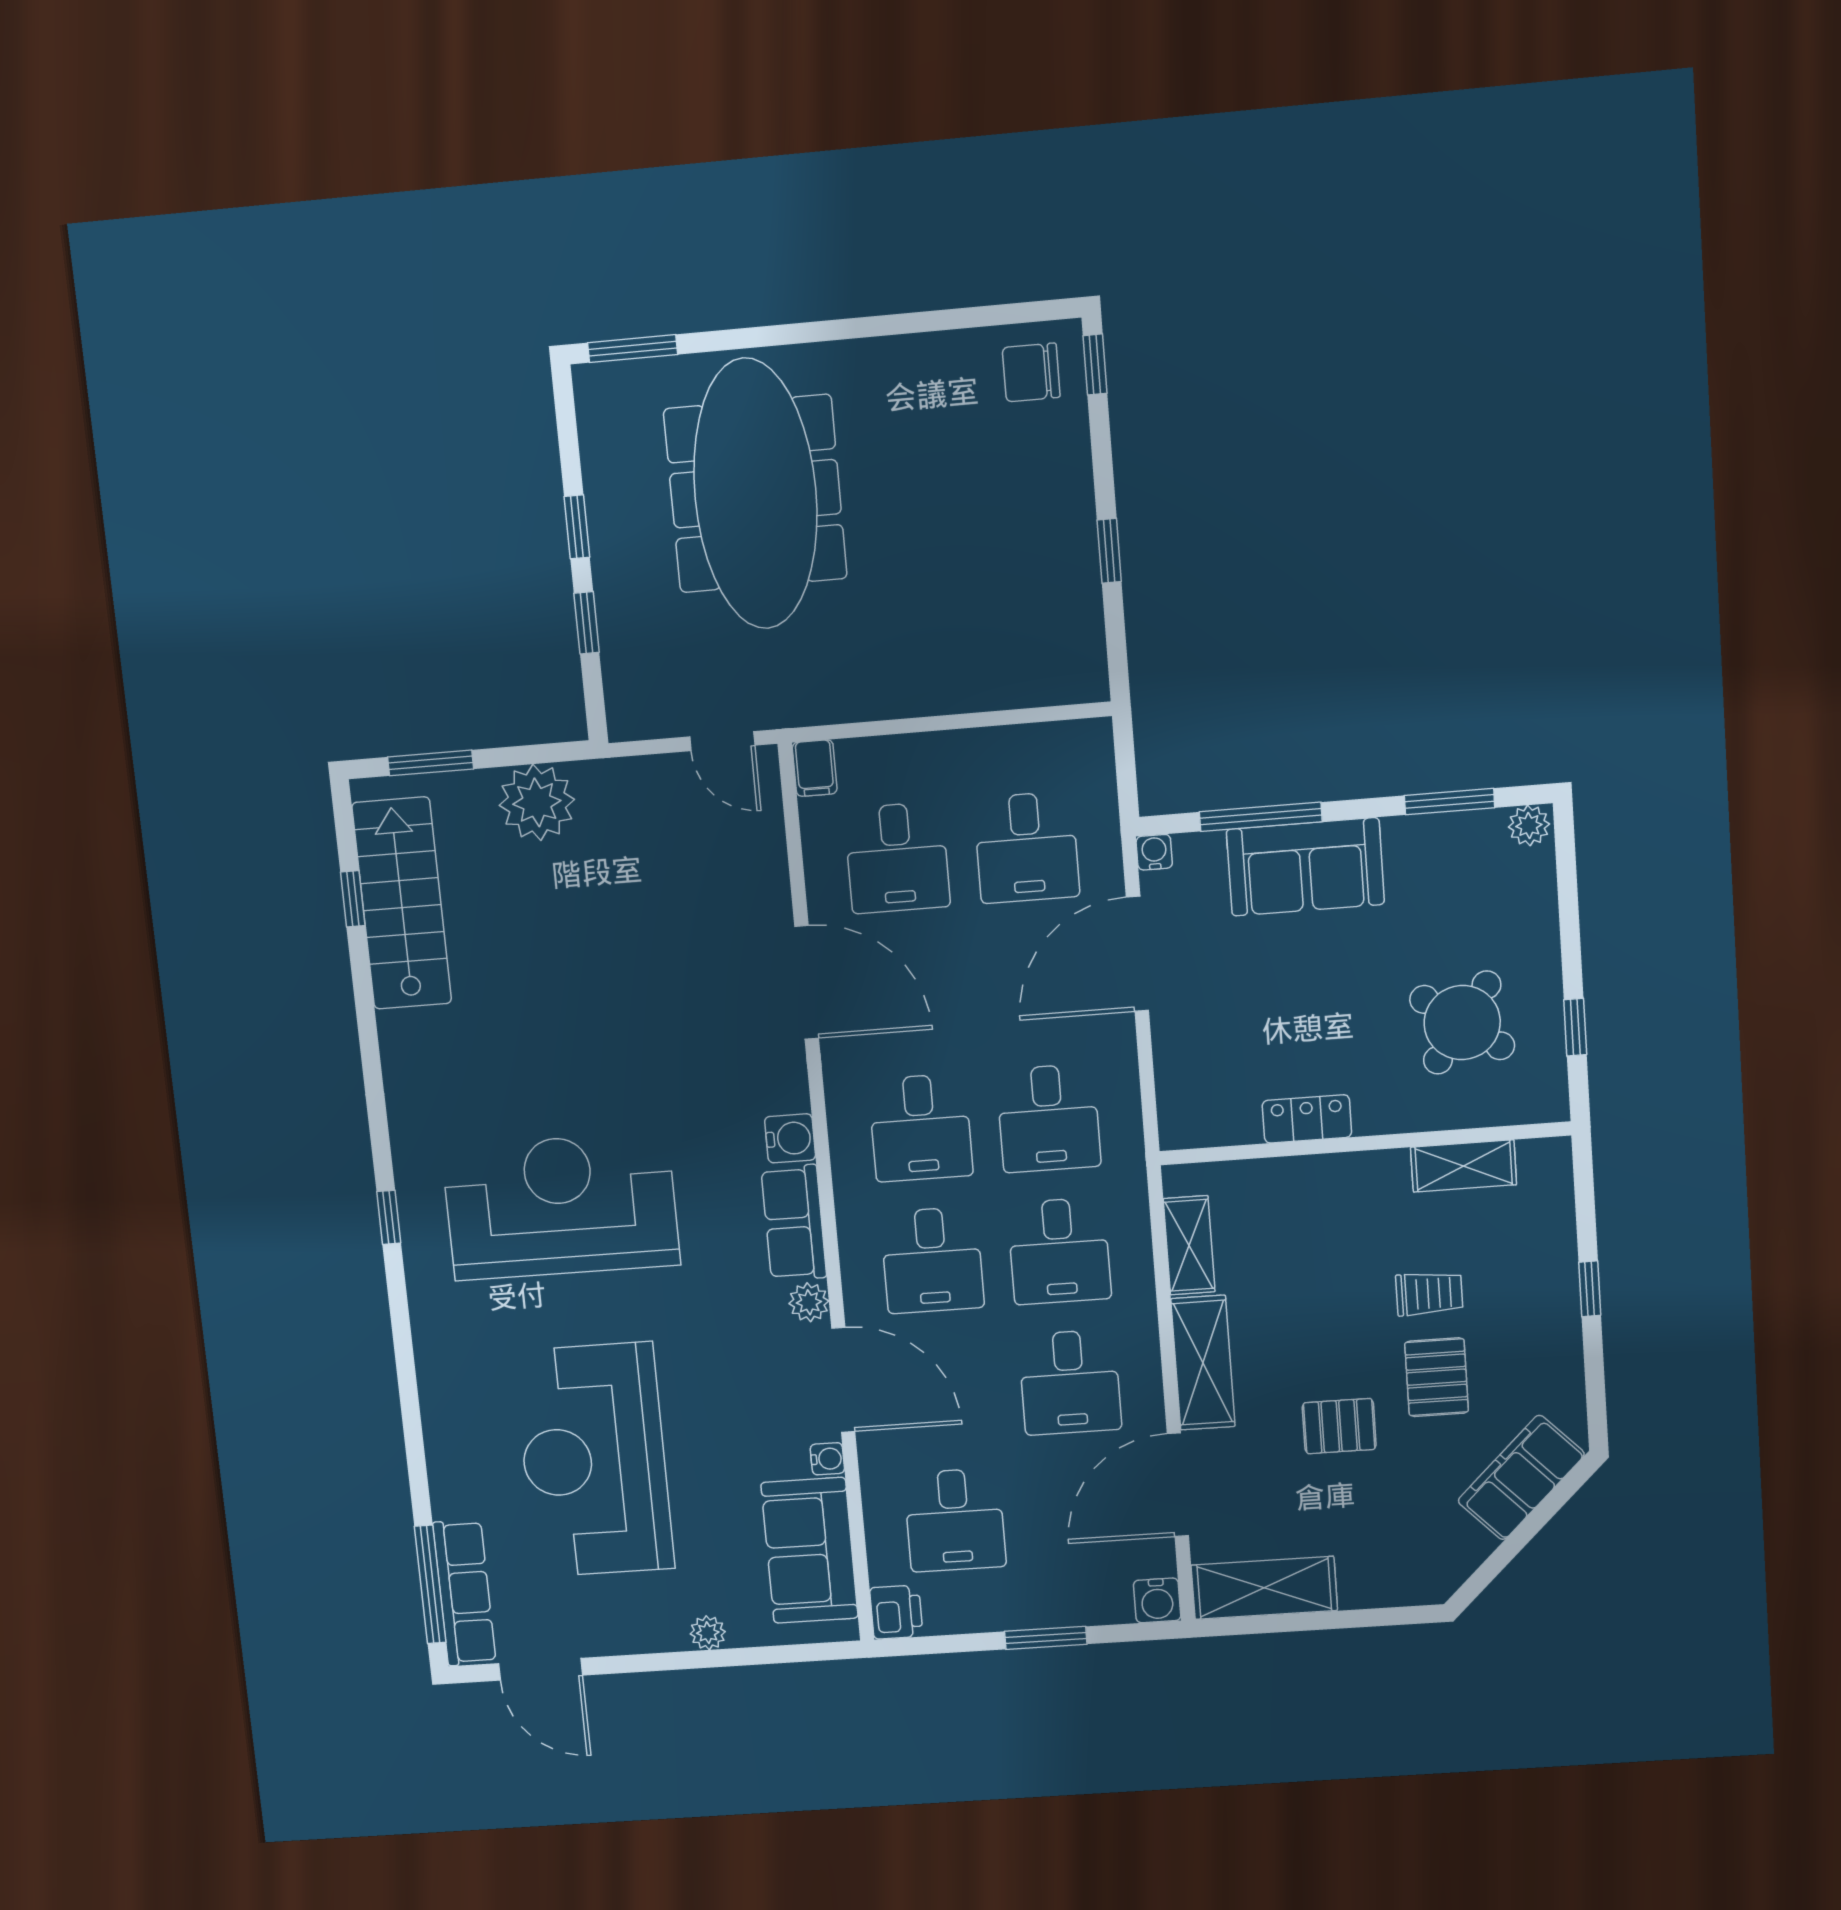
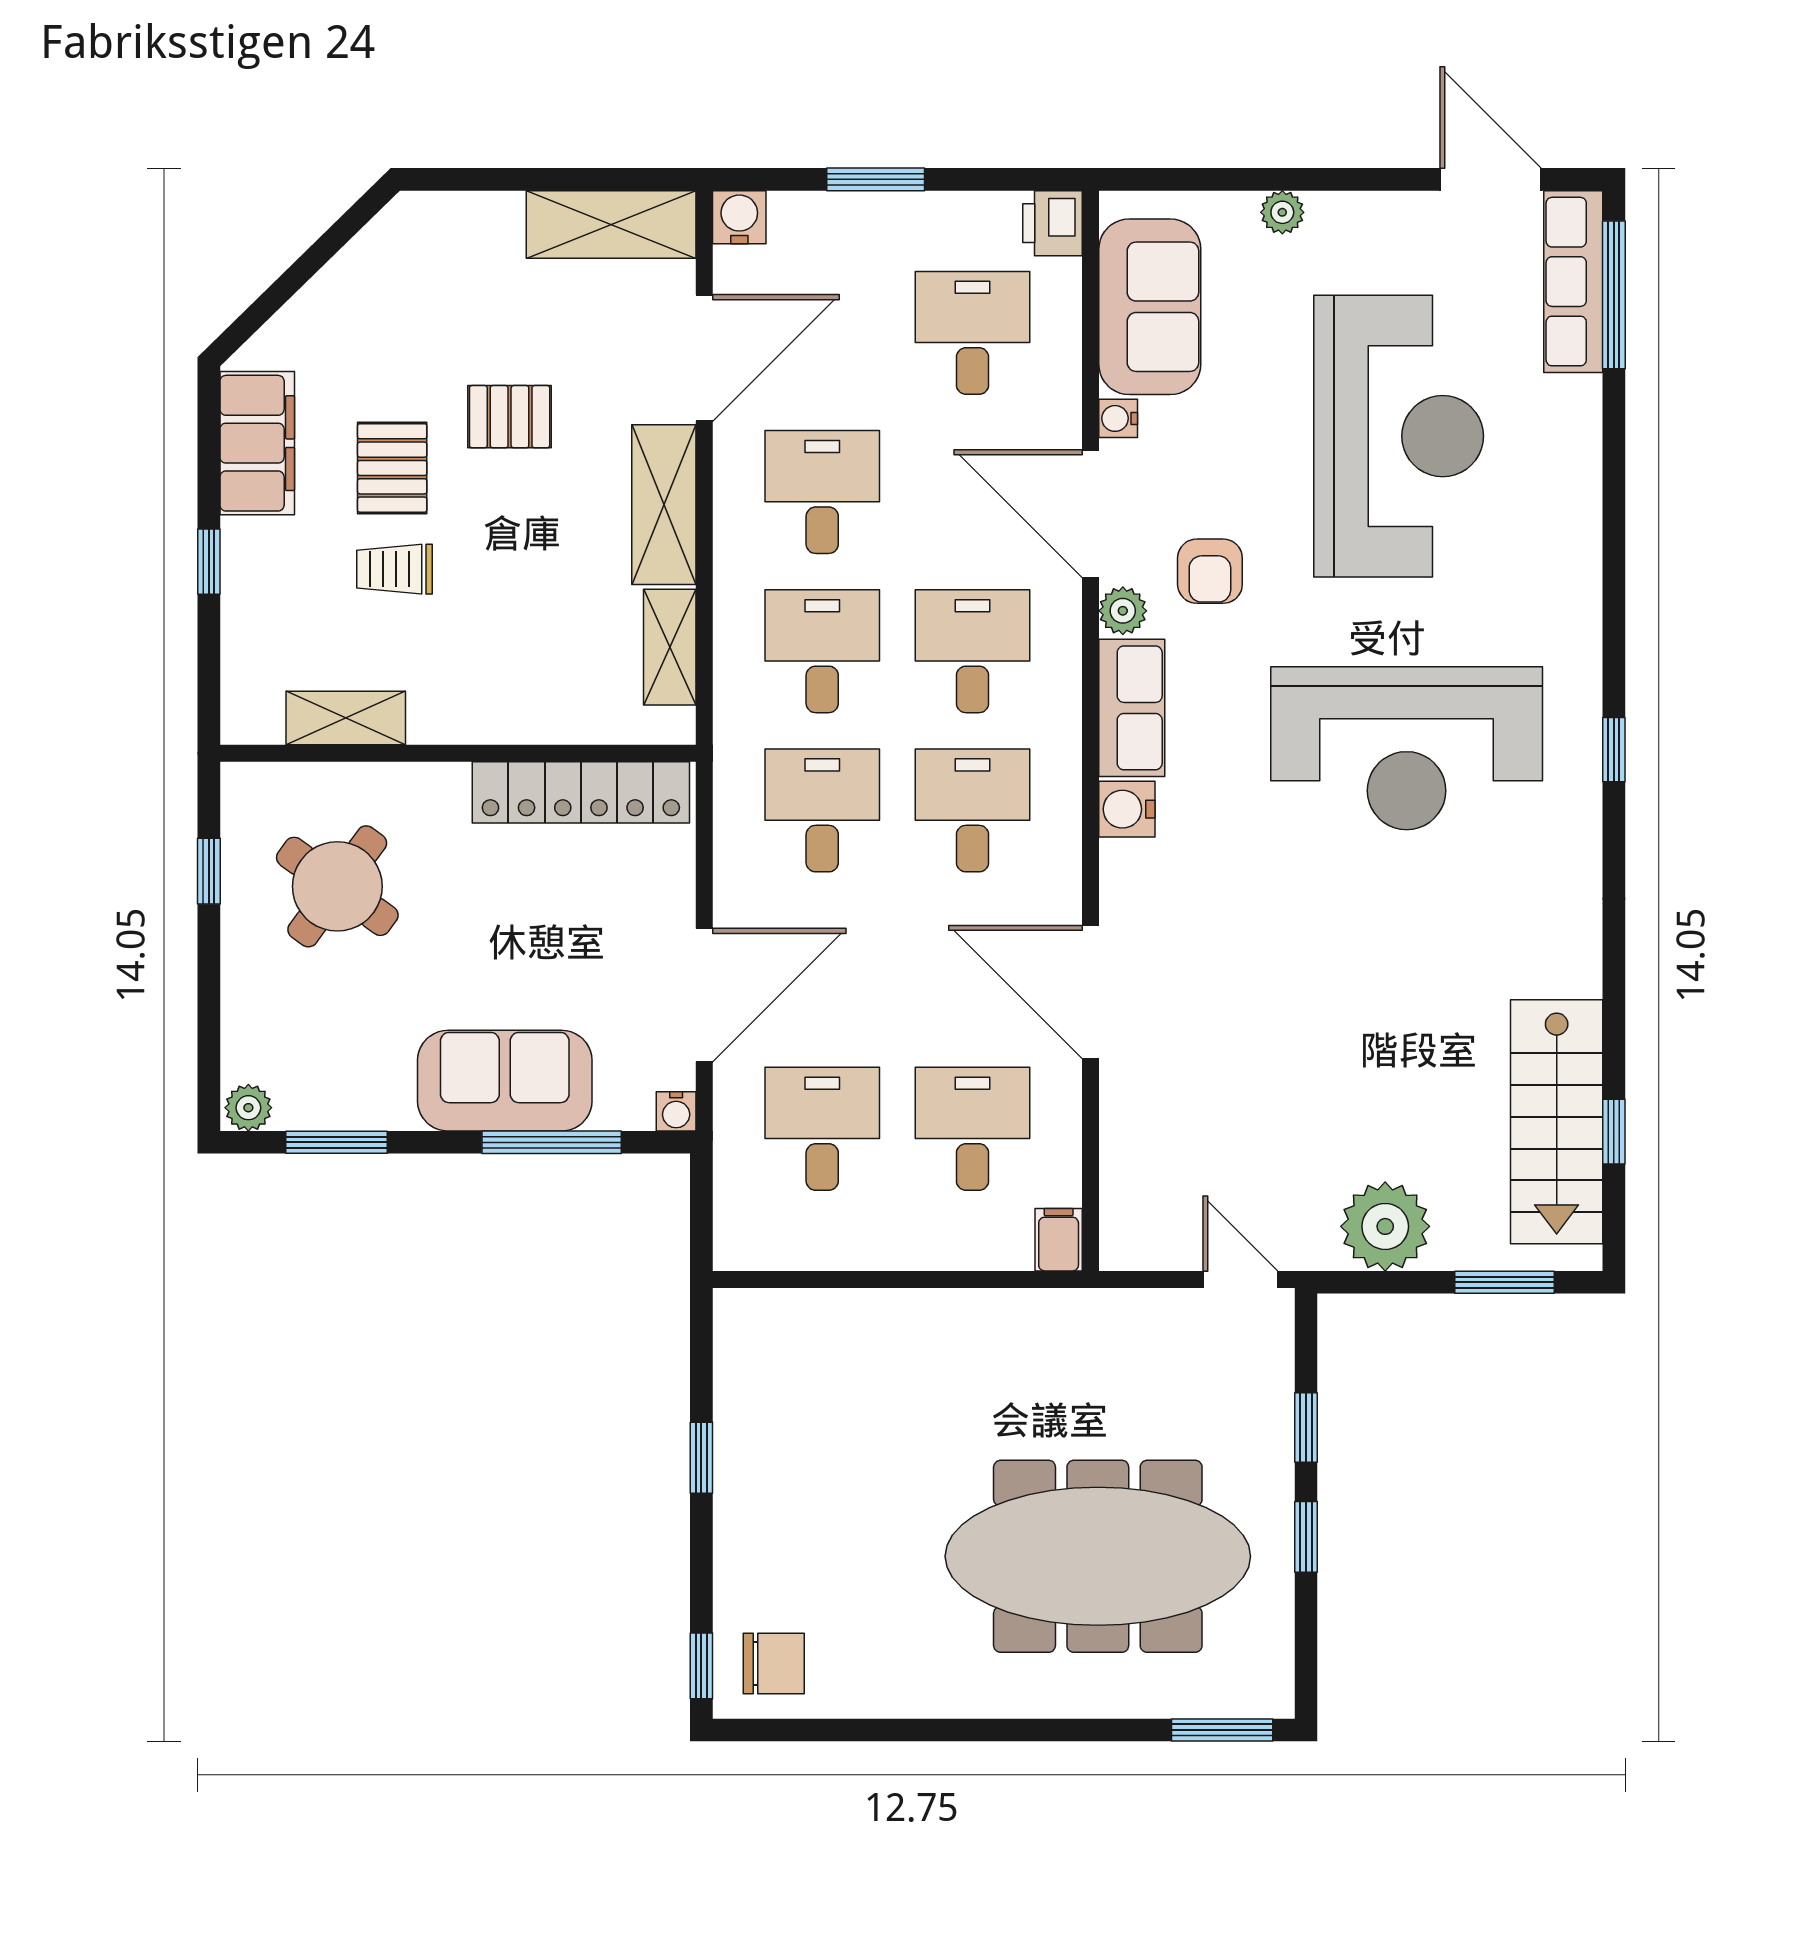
meeting table: (755, 494) -> (1098, 1556), turned 90
door: (722, 741) -> (1240, 1279), moved
locker: (1307, 1119) -> (581, 792), width x2.16, depth x1.21
armchair: (739, 1340) -> (1210, 571), added
filing cabinet: (1521, 1478) -> (257, 443), moved, turned -46

